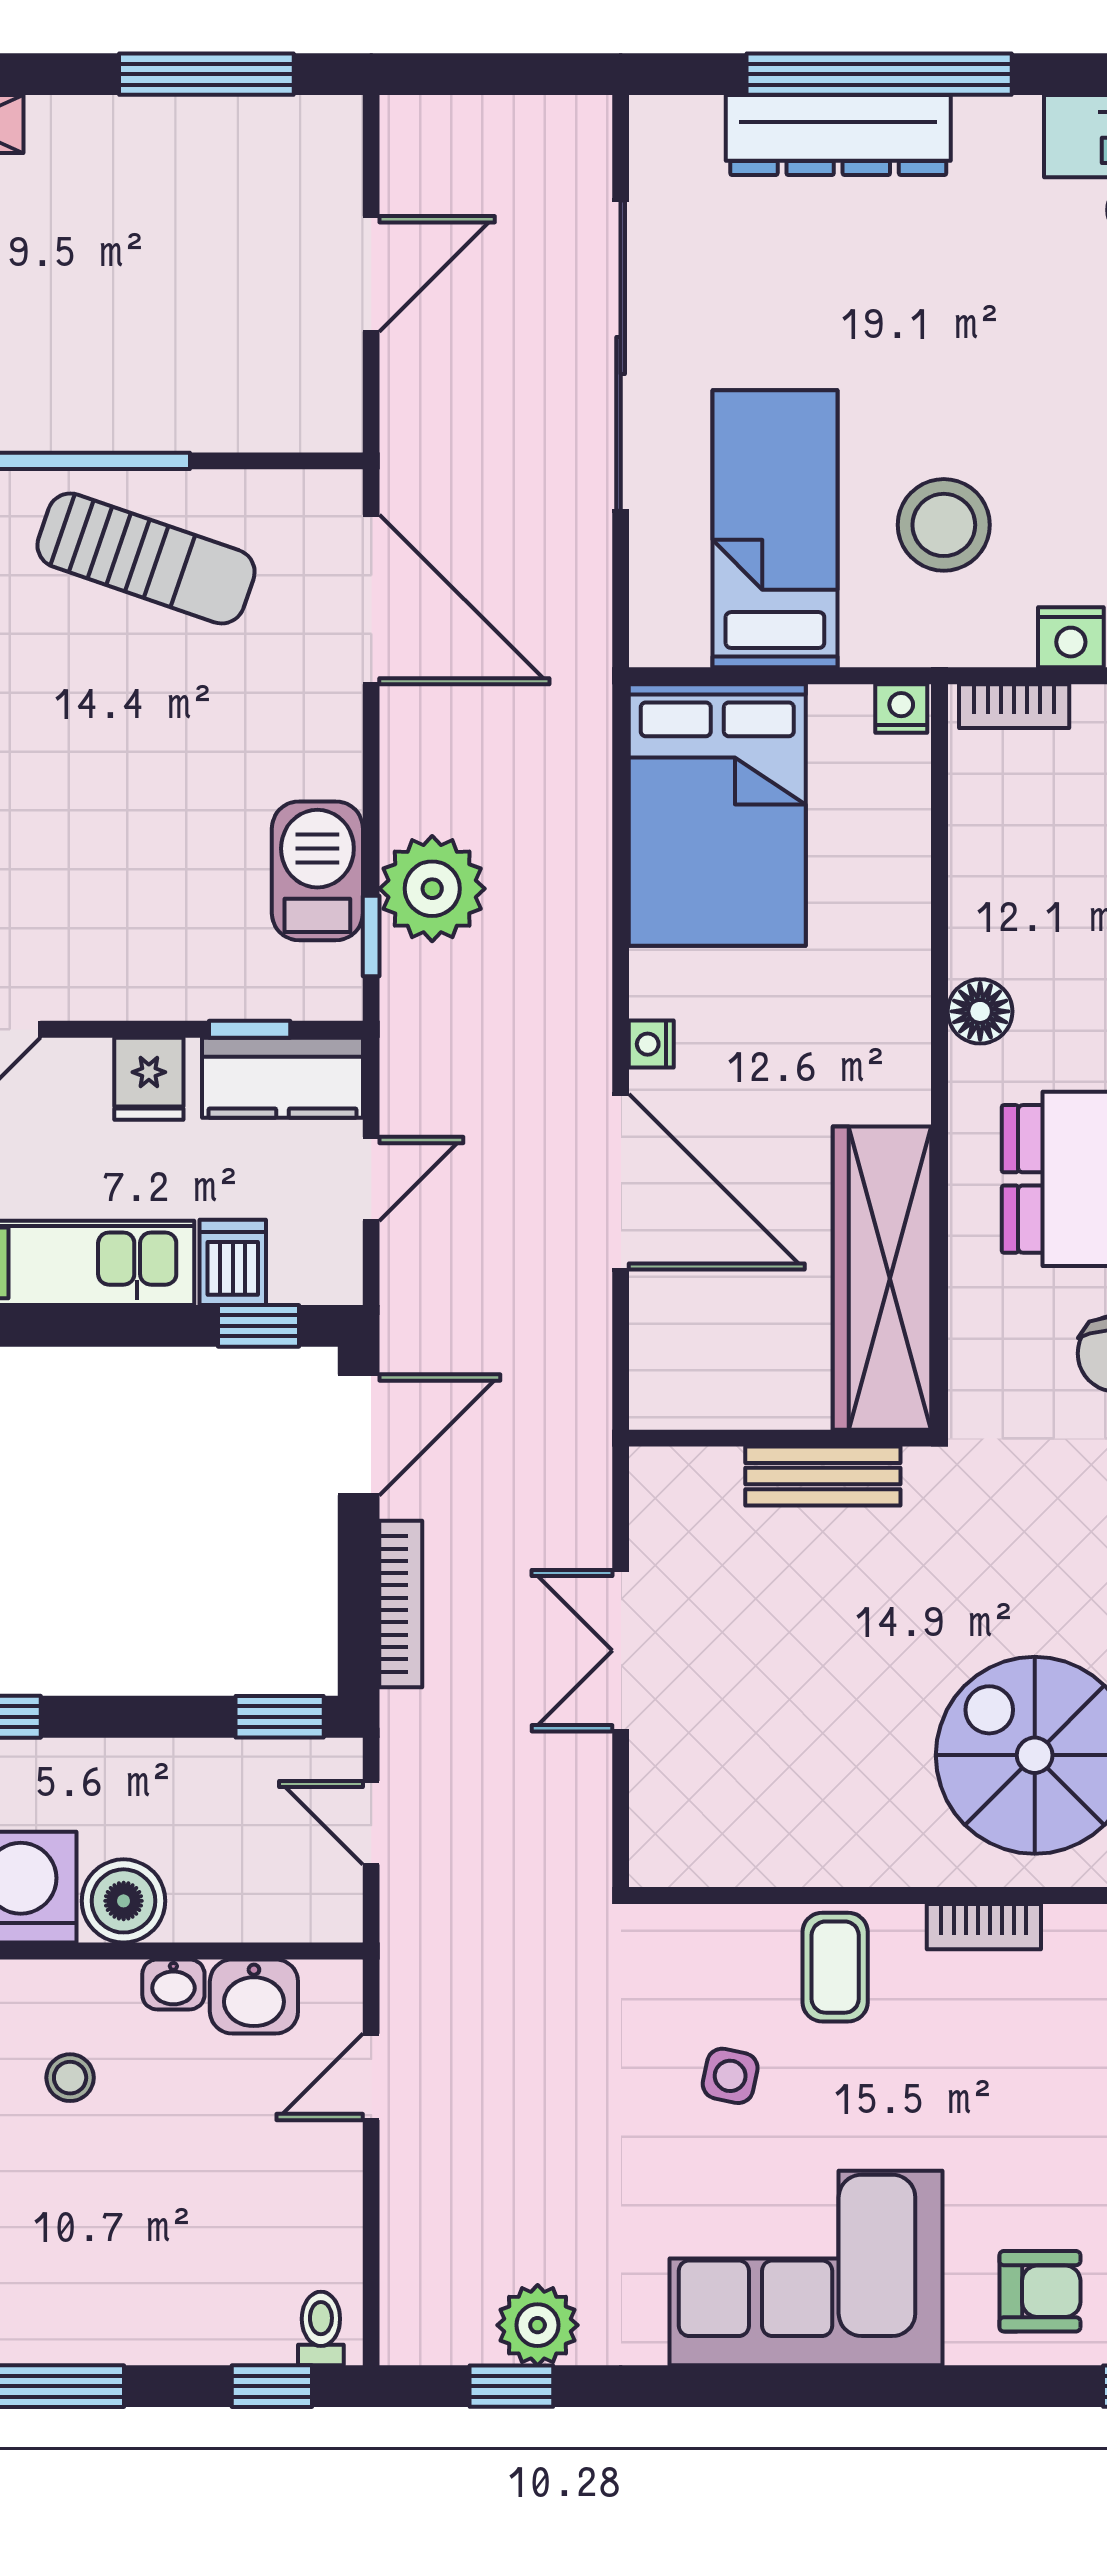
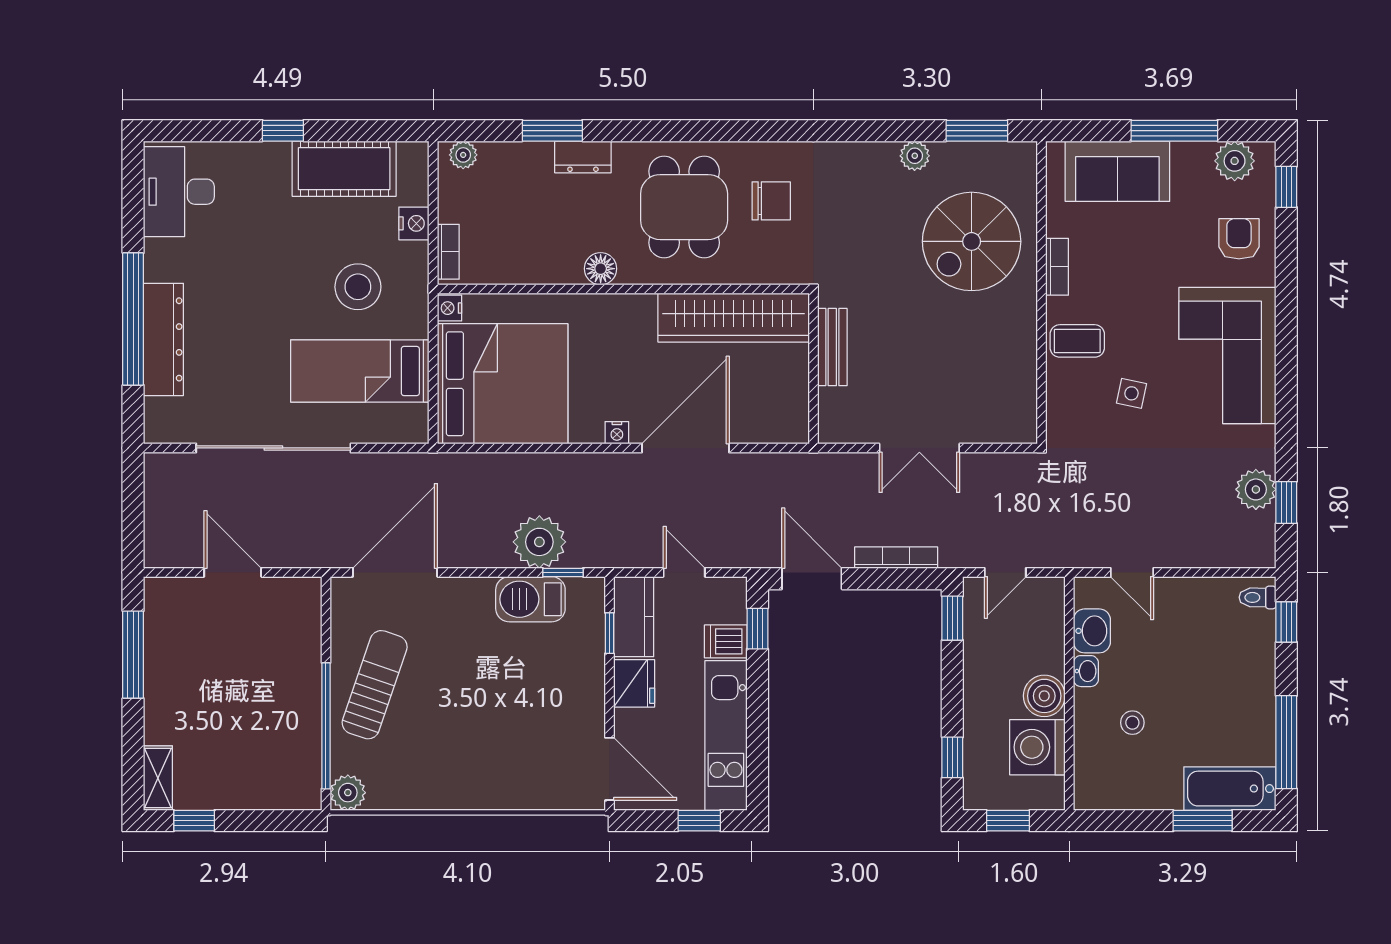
bed: (717, 815) -> (503, 384), width x1.36
fridge: (149, 1079) -> (634, 683), width x1.38

